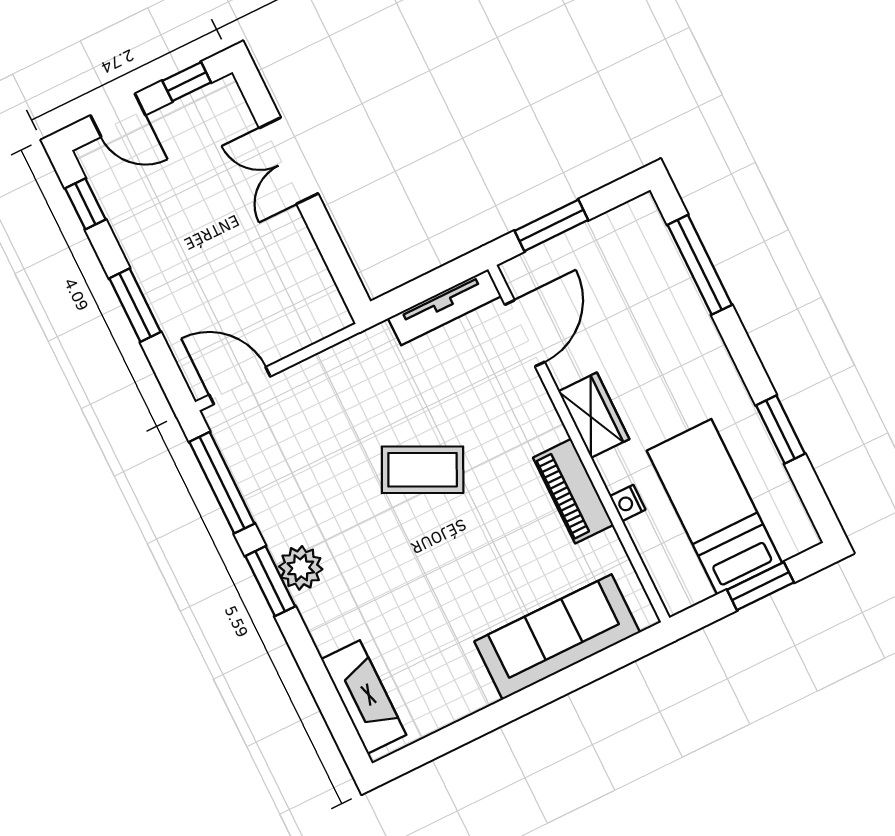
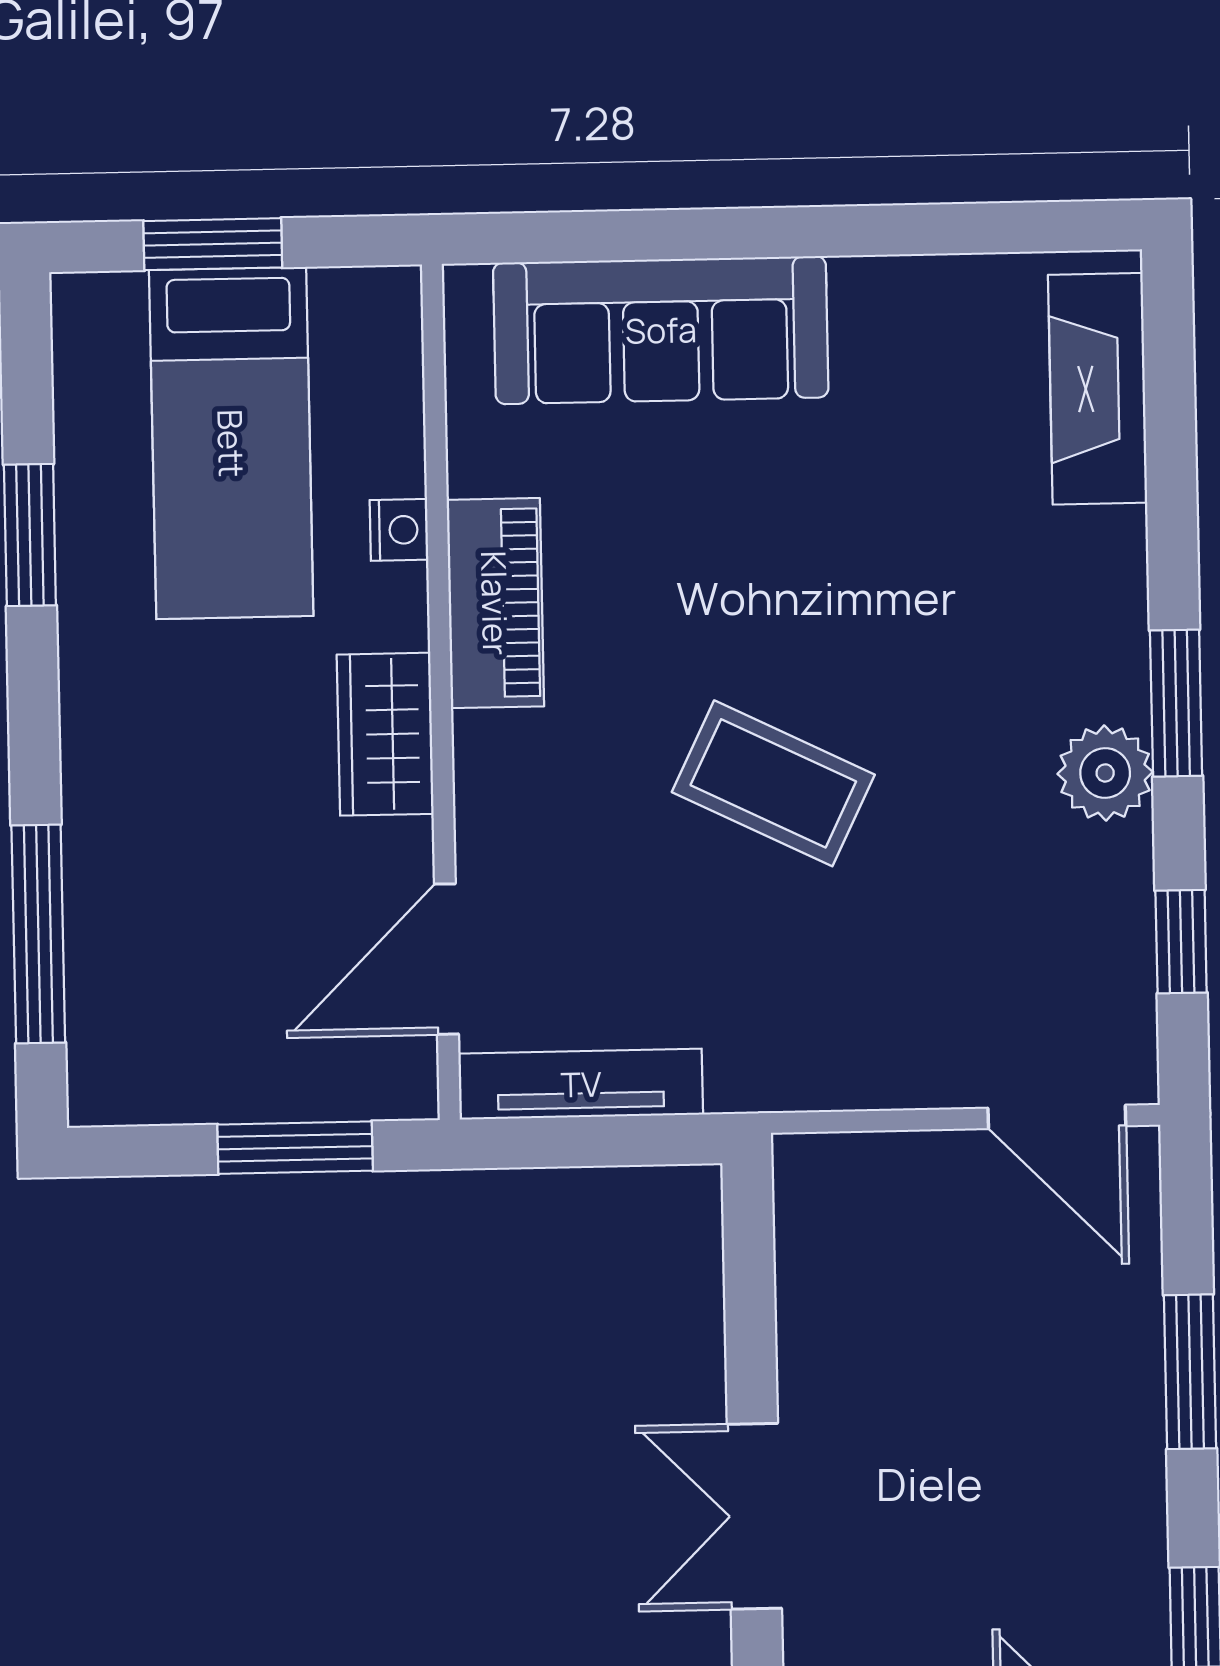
double door: (289, 161) -> (754, 1516), swing flipped
window: (222, 483) -> (1181, 942), width x0.46
plant: (301, 568) -> (1105, 773), moved

